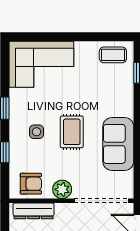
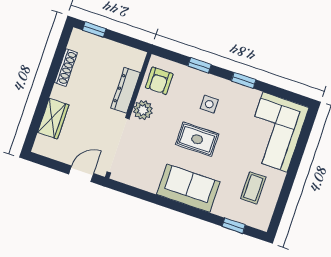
coffee table: (113, 55) -> (253, 188), moved
sofa: (118, 144) -> (188, 188), moved
dresser: (34, 211) -> (126, 90), moved

